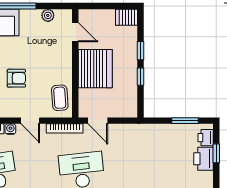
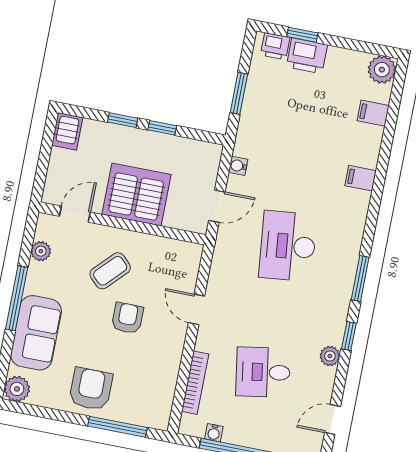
coffee table: (60, 98) -> (110, 271), moved, turned -42
door: (30, 121) -> (197, 309), swing flipped
window: (185, 121) -> (239, 93), moved
bookcase: (65, 128) -> (219, 259), removed
water cooler: (10, 129) -> (238, 166), moved

